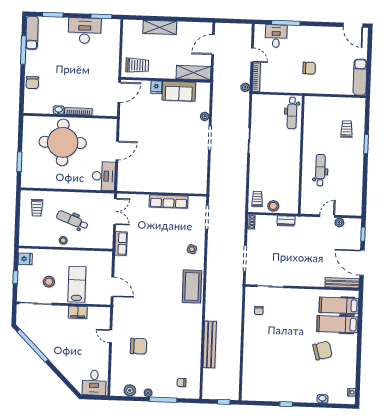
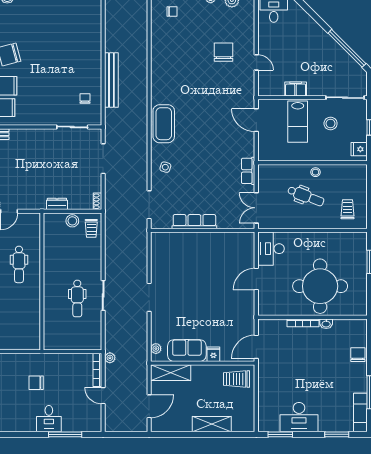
desk: (276, 36) -> (49, 419), moved
dental chair: (292, 113) -> (77, 299), moved, turned 180
plant: (205, 116) -> (156, 349), moved
bench: (210, 344) -> (111, 80), moved
chair: (139, 346) -> (224, 52), turned 90

